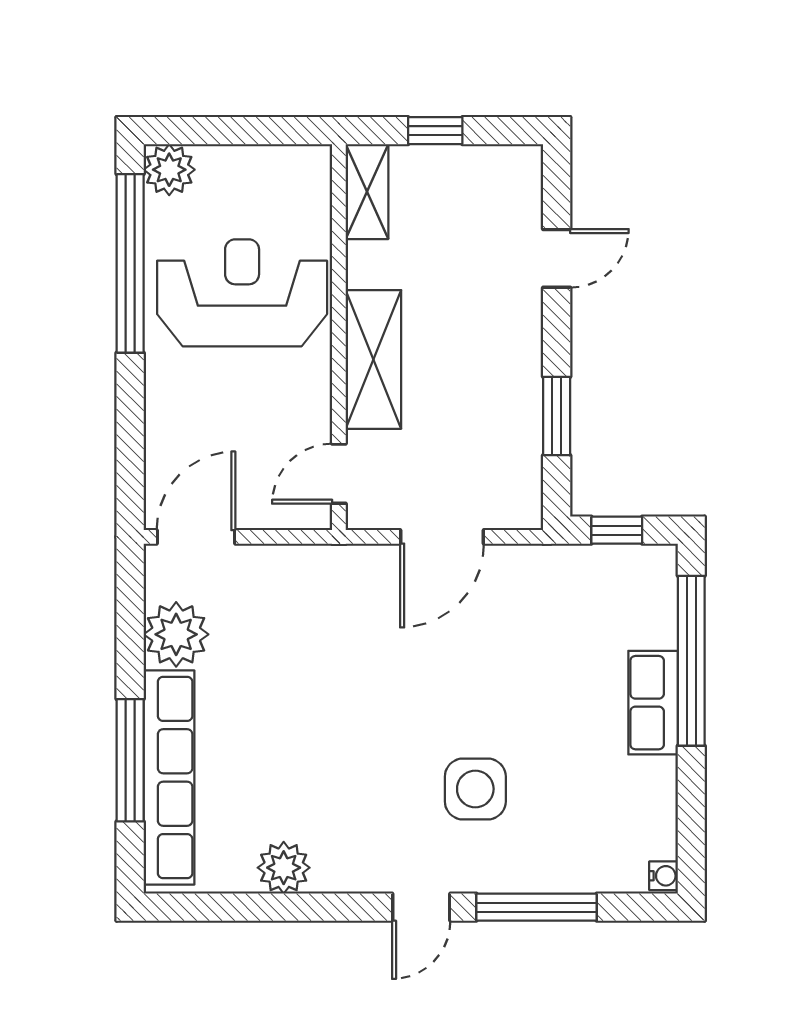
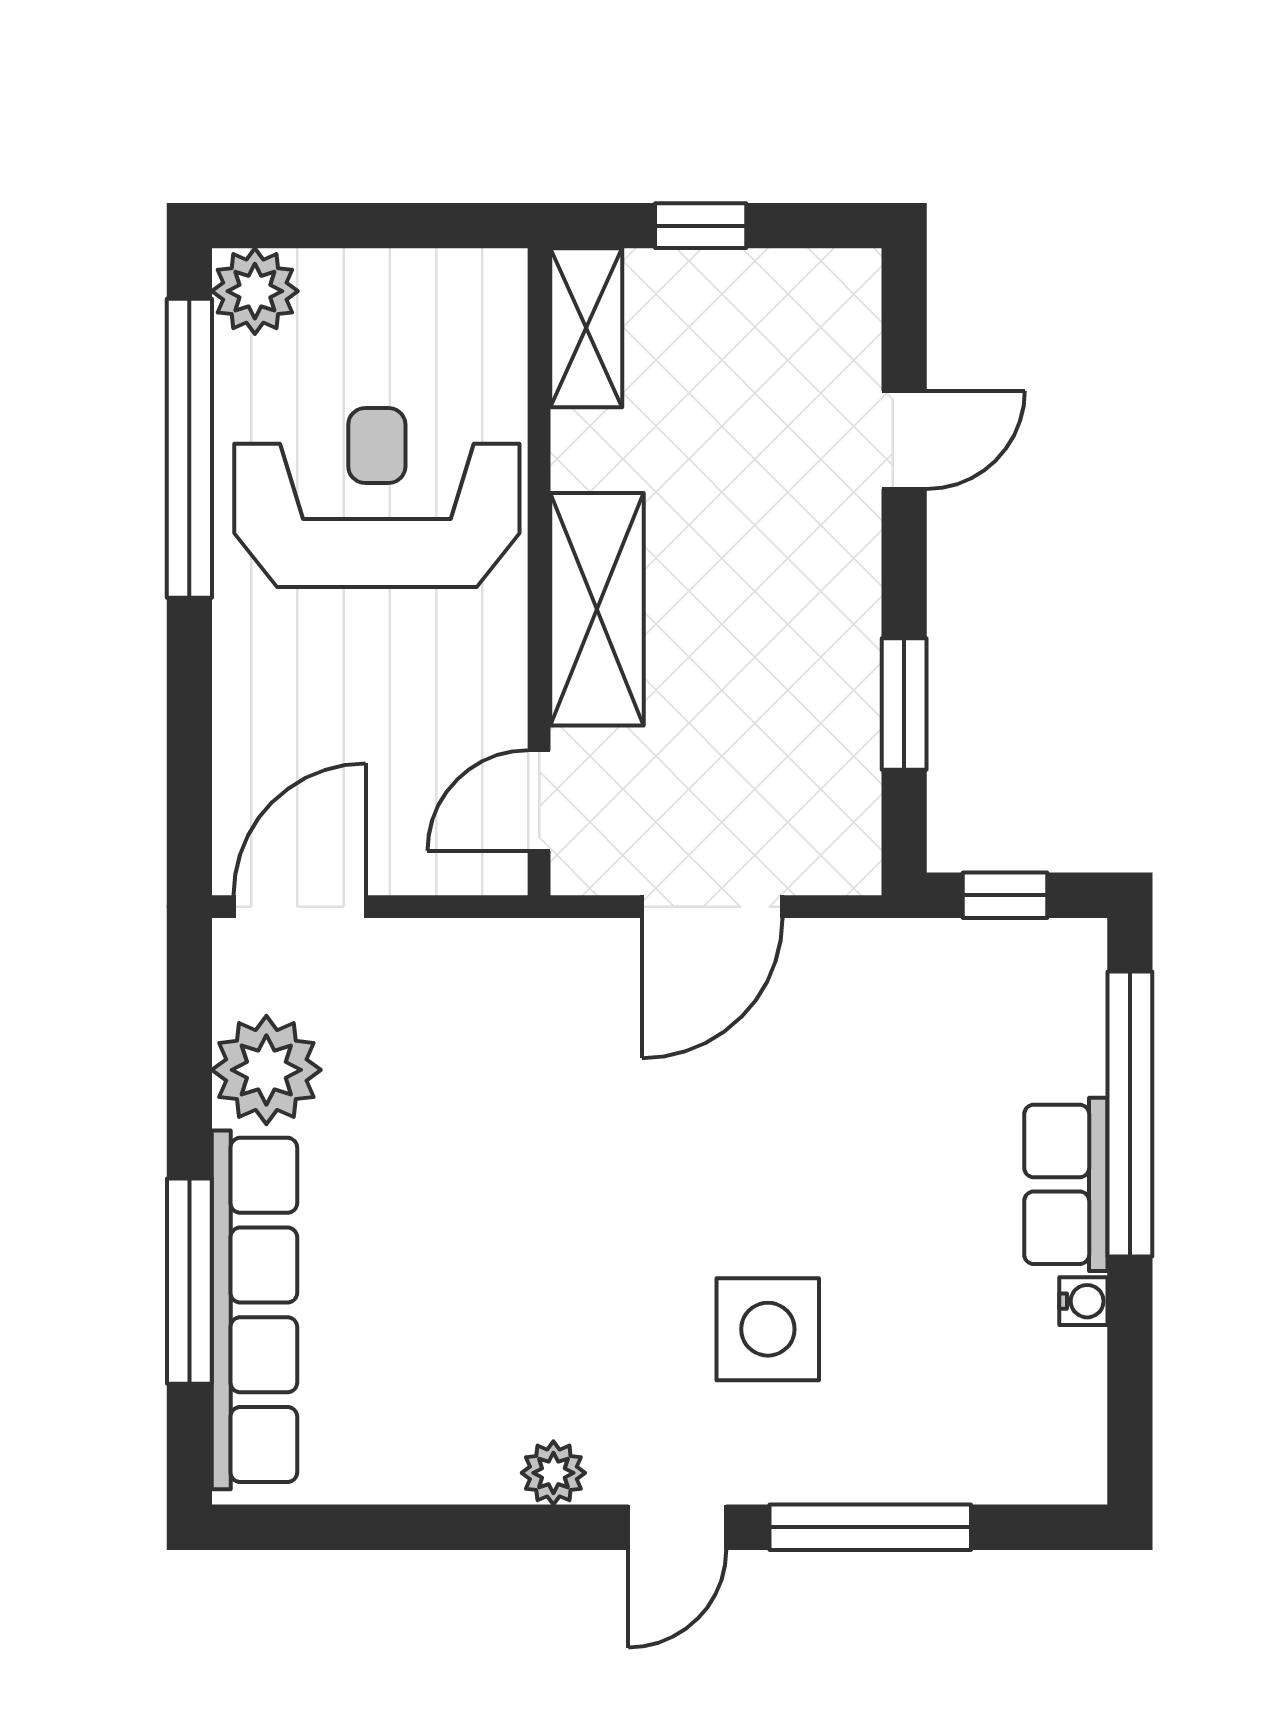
plant: (284, 868) -> (553, 1473), moved, width x0.73, depth x0.73
water cooler: (663, 876) -> (1083, 1301), moved

